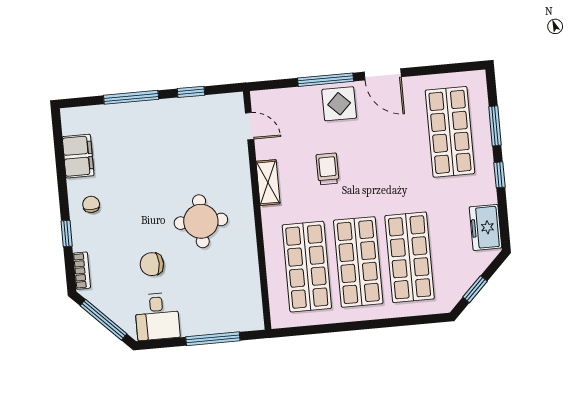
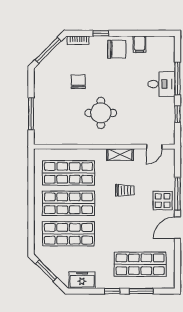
filing cabinet: (78, 156) -> (140, 44), width x0.50
chair: (91, 204) -> (117, 49), width x1.87, depth x1.87
window: (475, 289) -> (46, 271), width x1.50
desk: (157, 316) -> (161, 84), moved, turned 180

